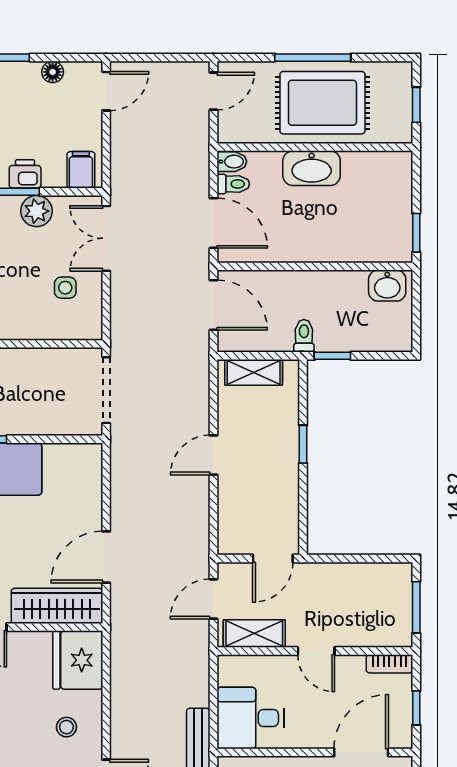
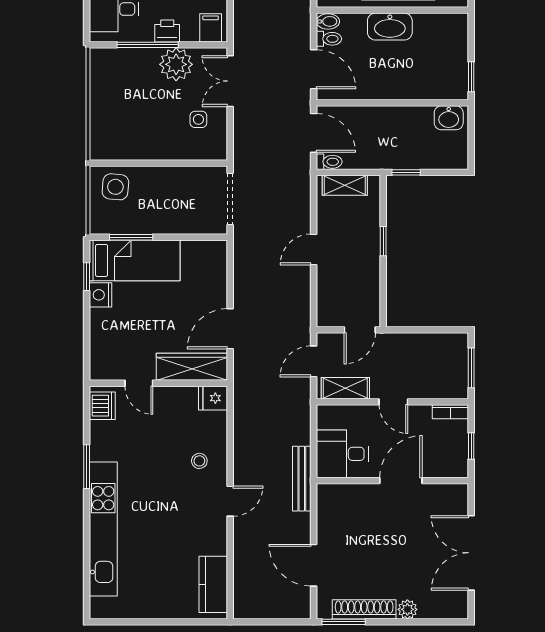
plant: (37, 211) -> (176, 64), width x1.36, depth x1.36
toilet: (304, 336) -> (329, 162), moved, turned 90
fridge: (78, 660) -> (213, 398), width x0.53, depth x0.75
door: (361, 752) -> (401, 481), moved

